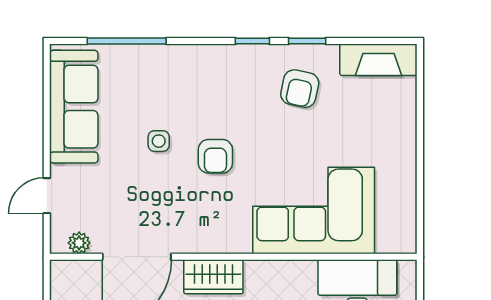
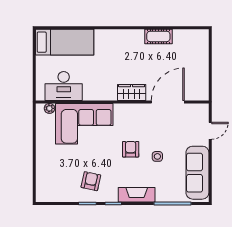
fireplace: (378, 60) -> (137, 195), moved
plant: (79, 243) -> (49, 108), moved

